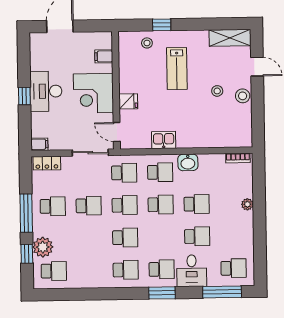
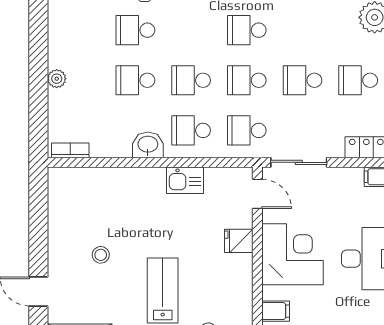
stool: (243, 96) -> (62, 247), removed

